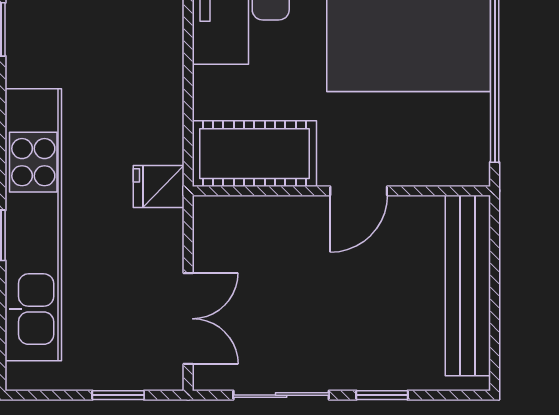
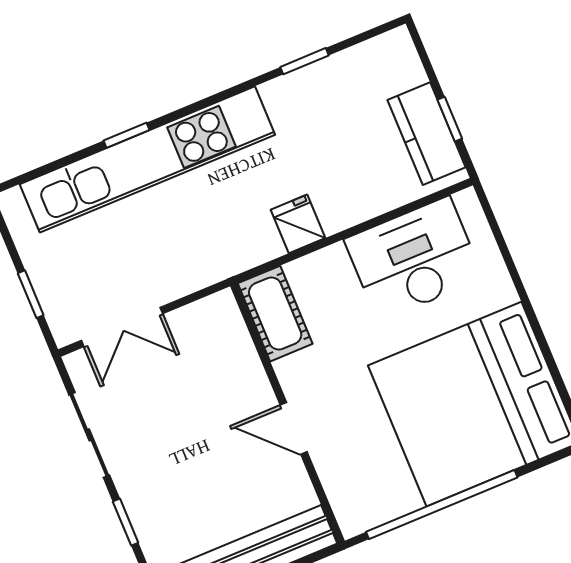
cot: (254, 154) -> (275, 314), width x0.73, depth x0.75
fridge: (159, 186) -> (298, 224), moved

